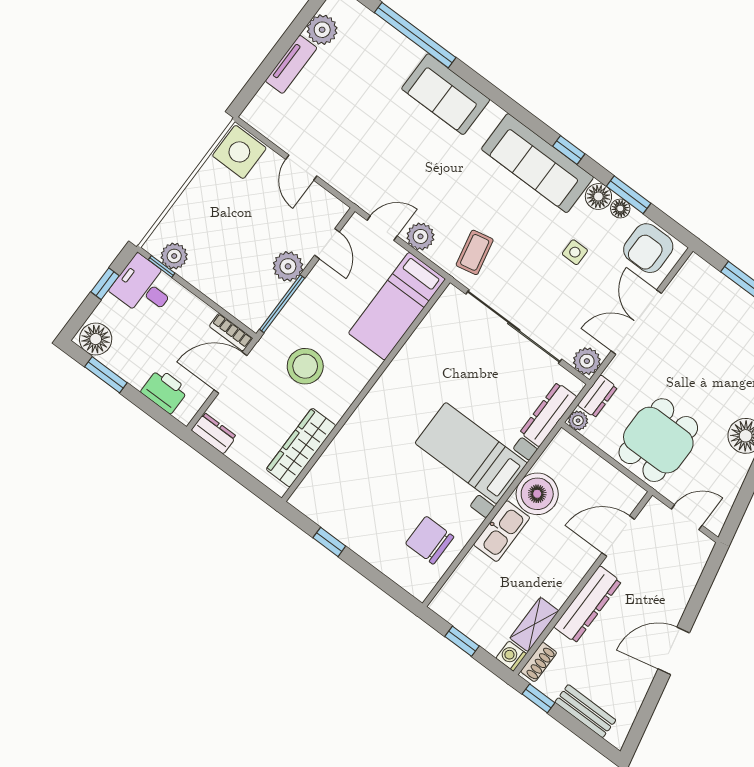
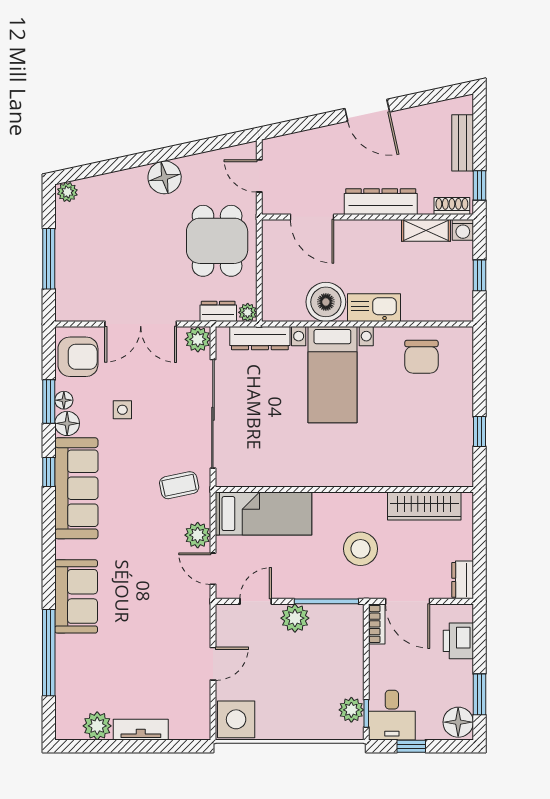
dining table: (658, 440) -> (217, 241), turned 90

